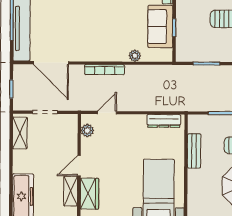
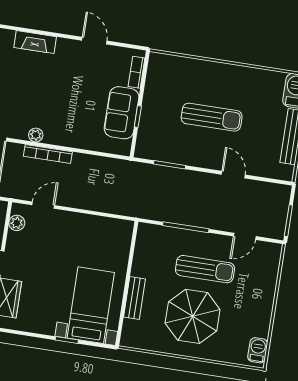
plant: (135, 56) -> (36, 135), moved
dresser: (164, 121) -> (109, 225), removed
bench: (194, 151) -> (135, 298), moved

